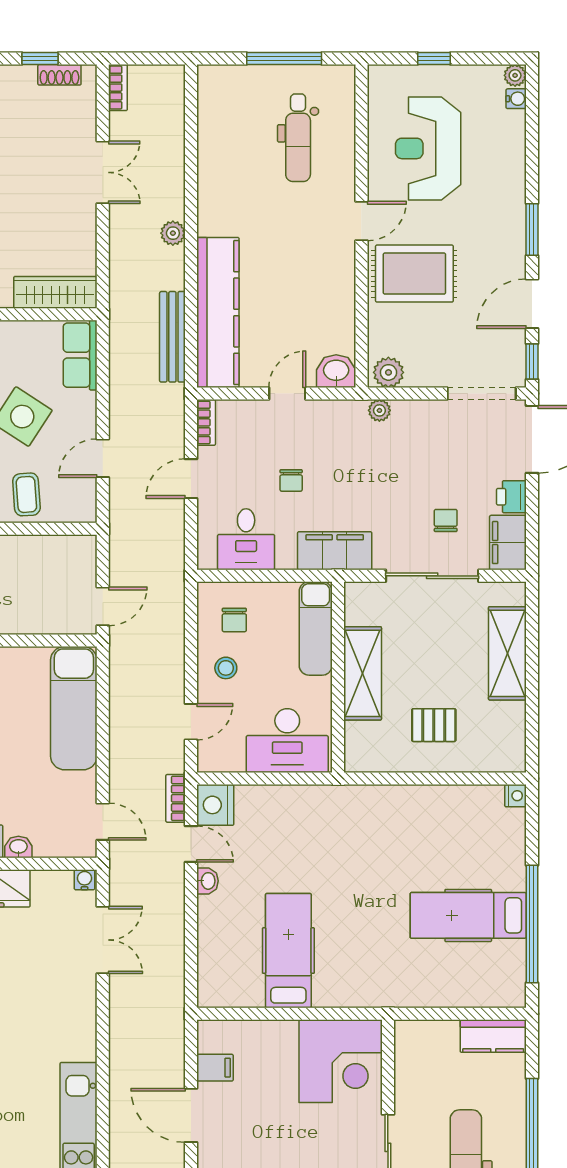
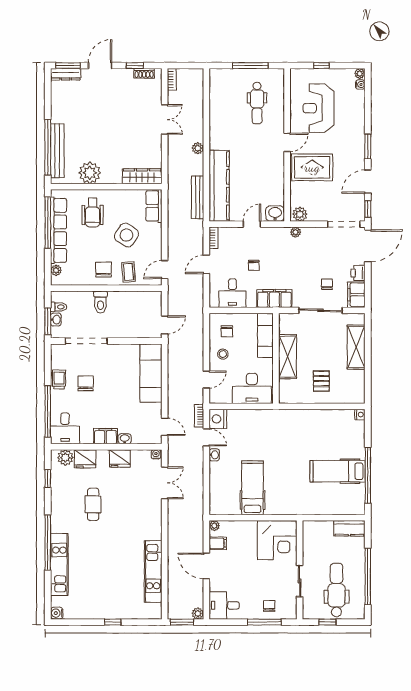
door: (103, 458) -> (165, 270), moved
pallet: (434, 725) -> (321, 381), turned 90
plant: (208, 1031) -> (214, 526), added

